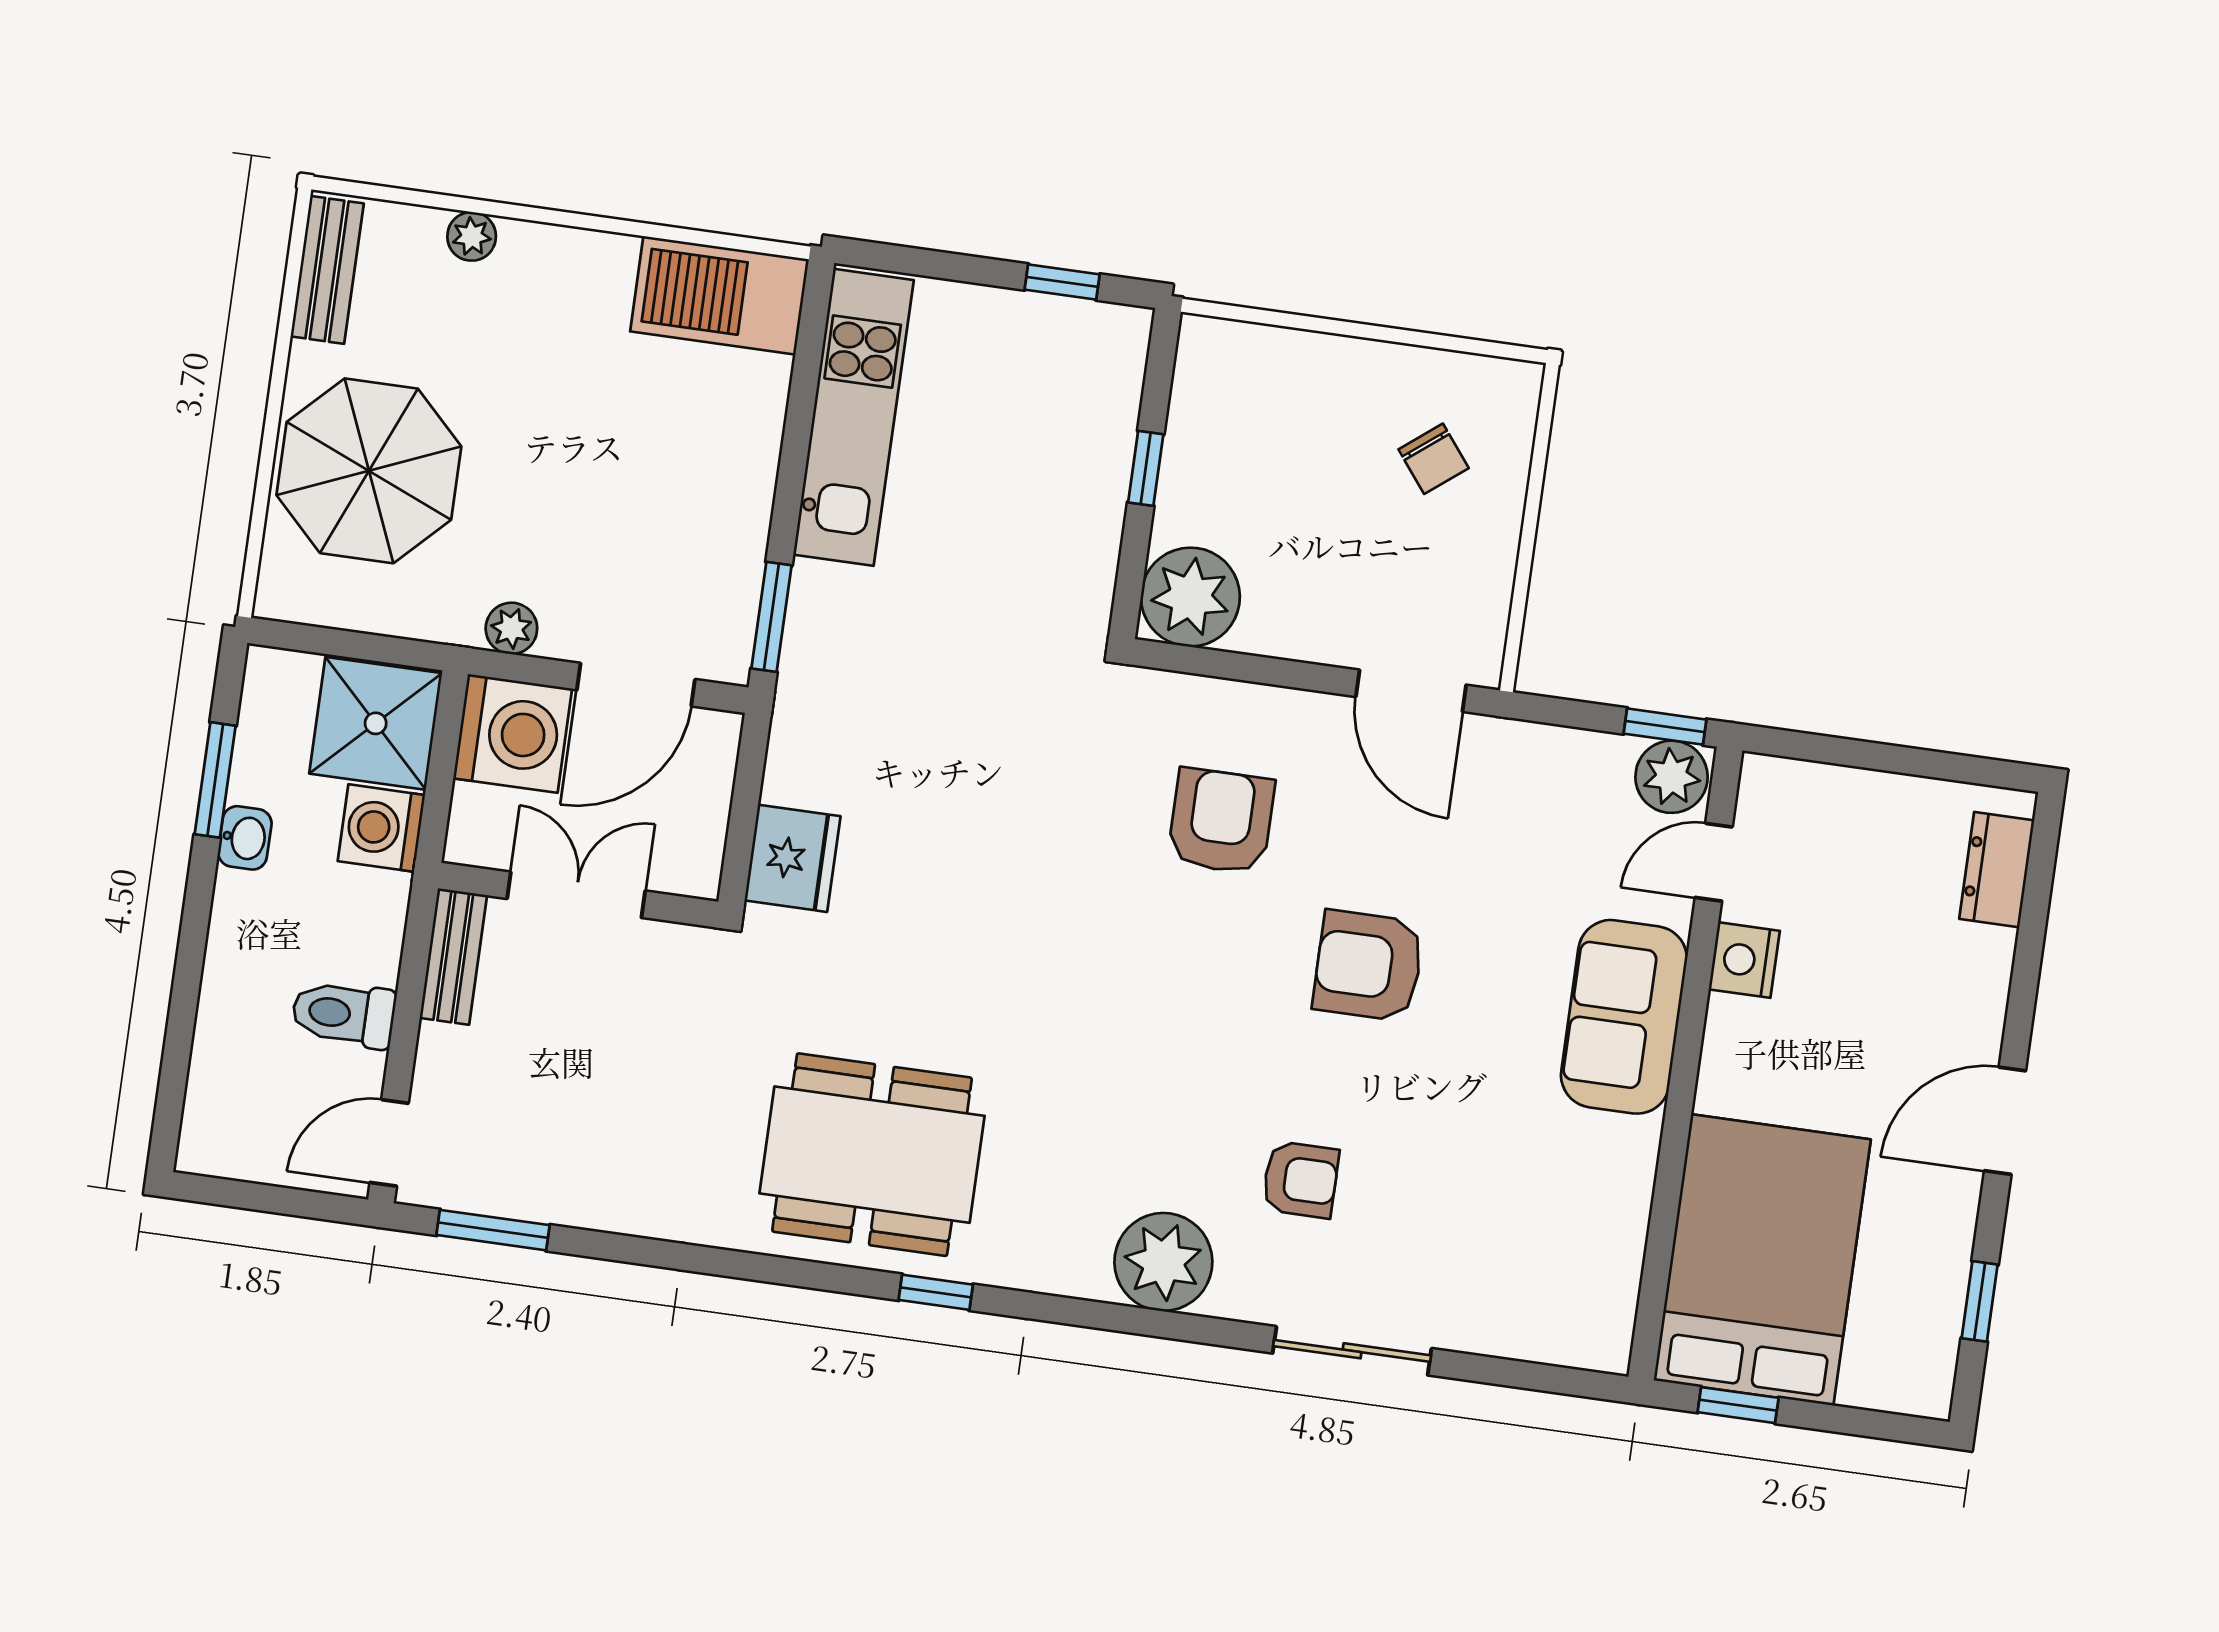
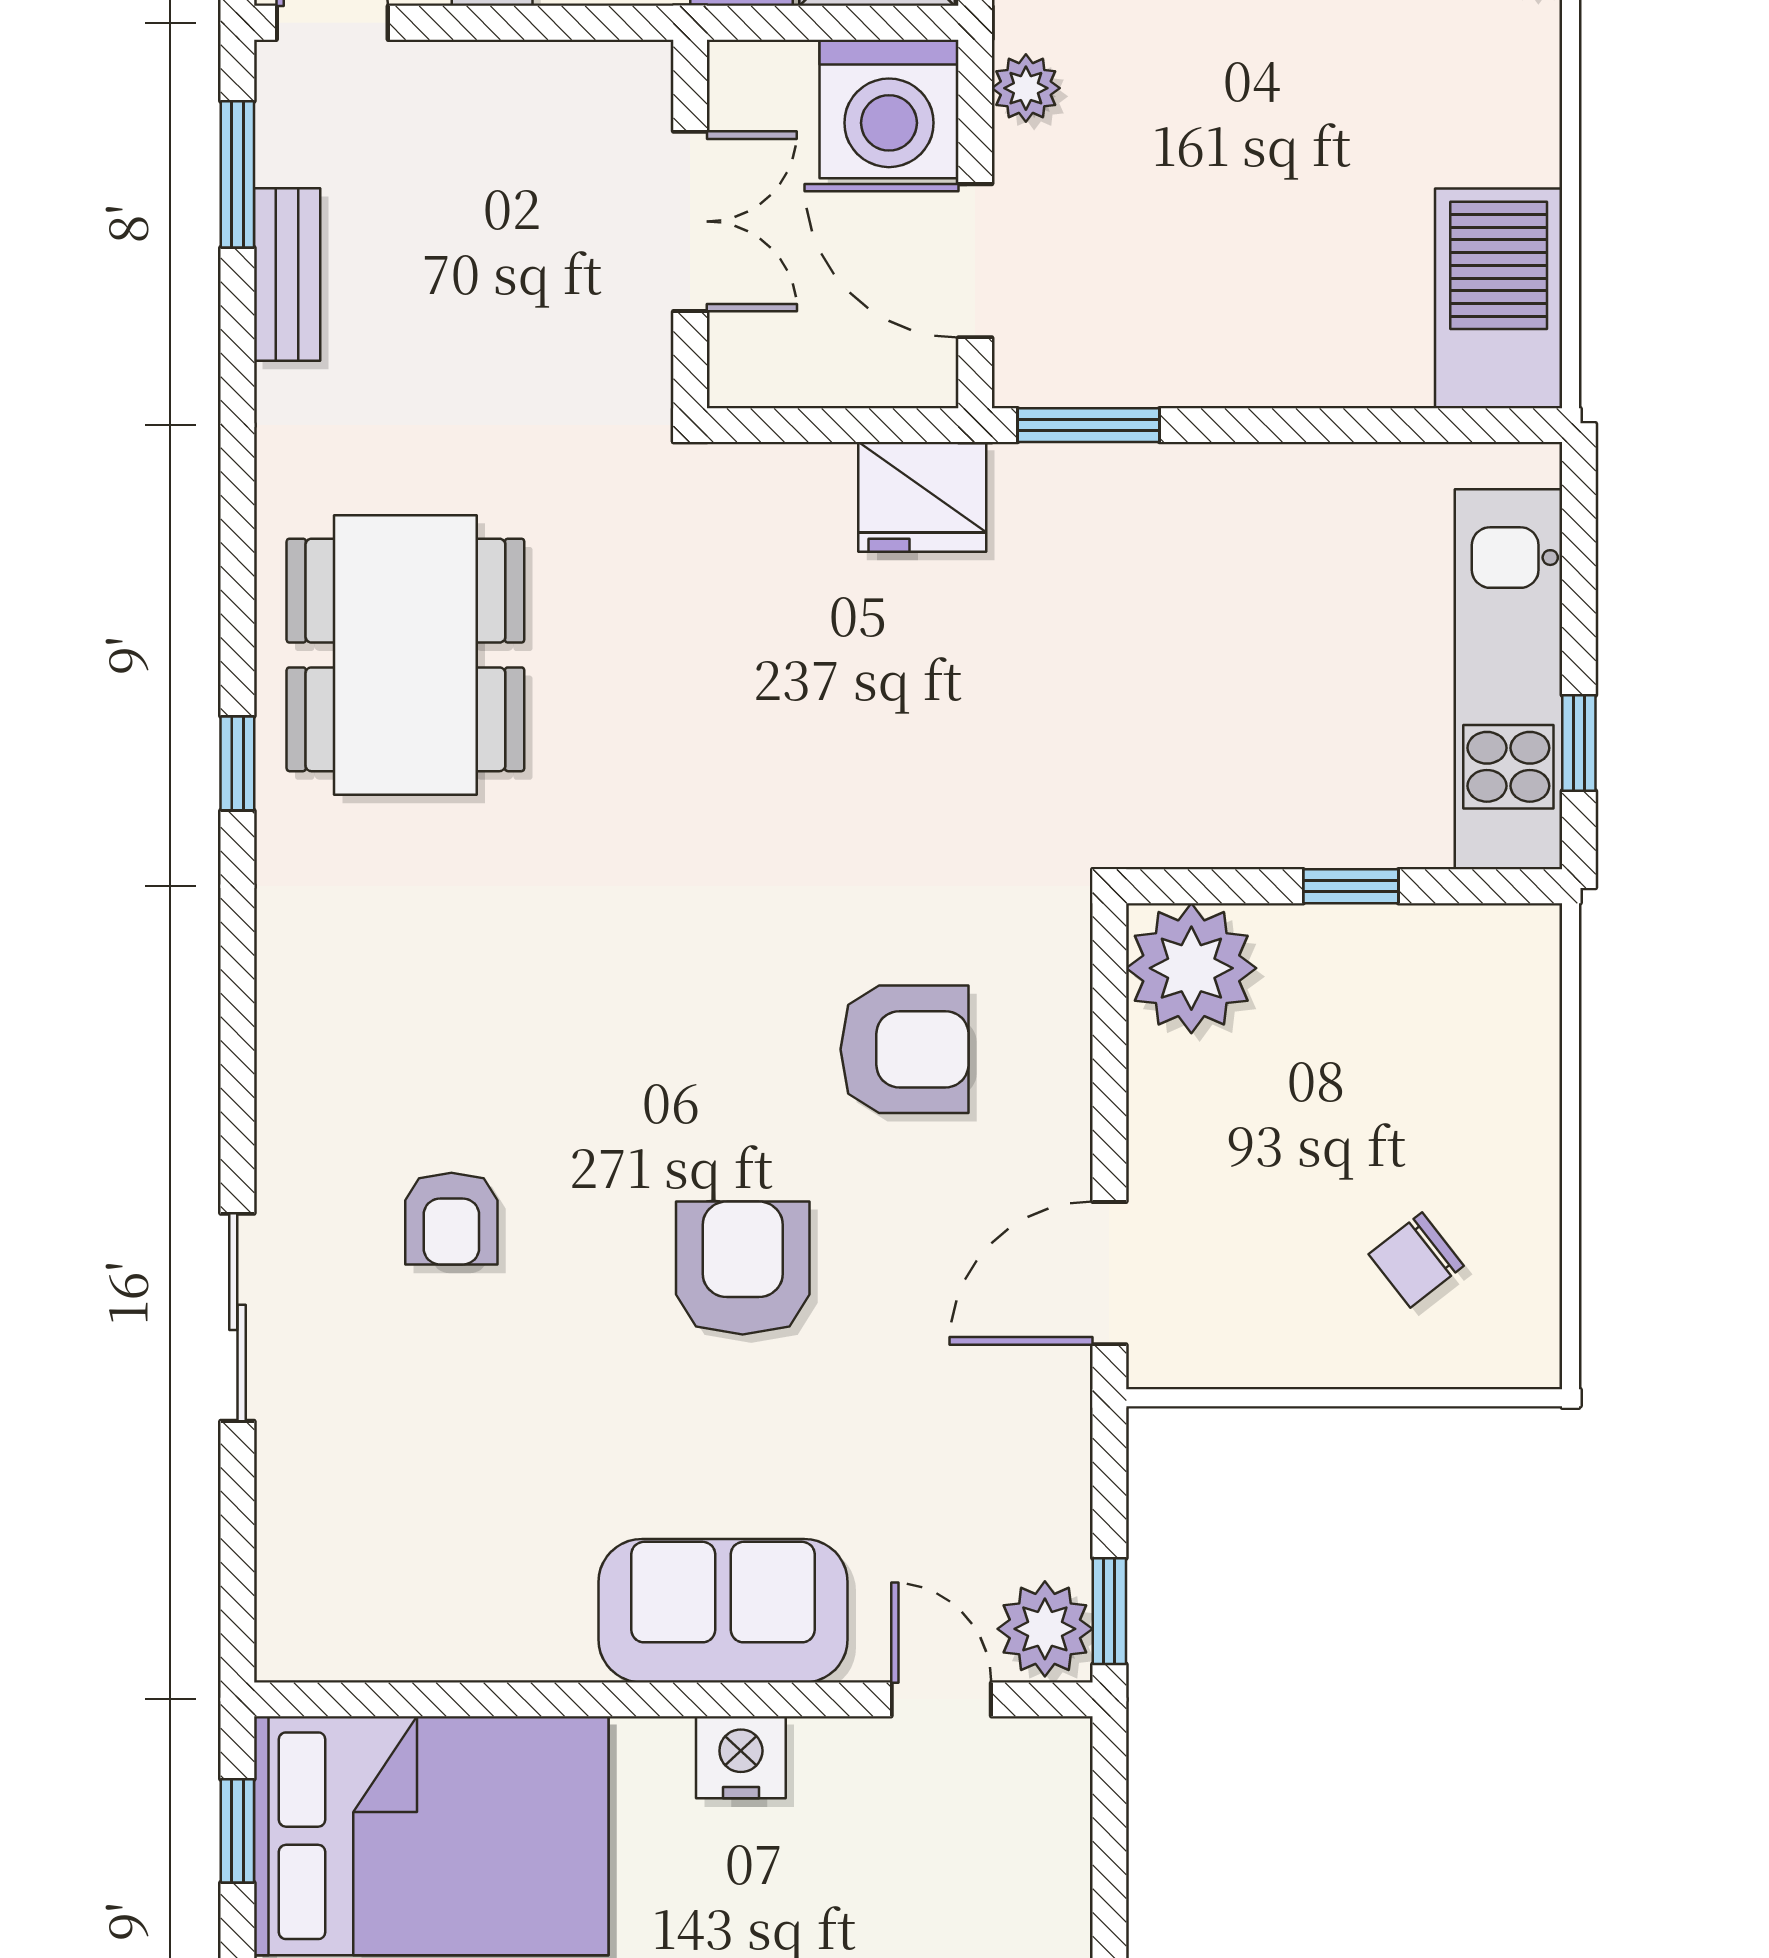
kitchen unit: (853, 417) -> (1508, 679), moved, turned 90
fridge: (792, 858) -> (922, 497), moved
bench: (453, 957) -> (287, 275), moved, turned 90
nightstand: (1744, 960) -> (741, 1757), moved
plant: (1163, 1262) -> (319, 1055), removed

